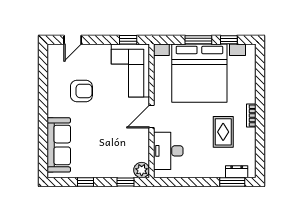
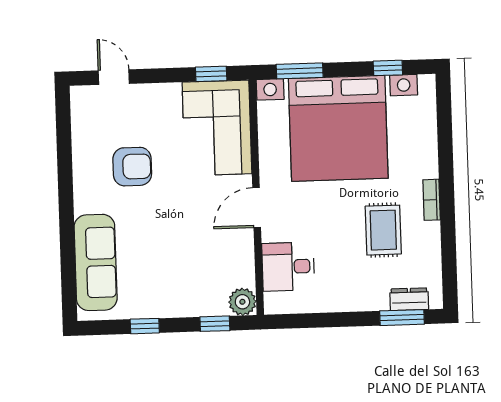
door: (73, 40) -> (114, 77), swing flipped
window: (198, 40) -> (300, 71), moved
desk: (168, 151) -> (288, 267), width x0.73

